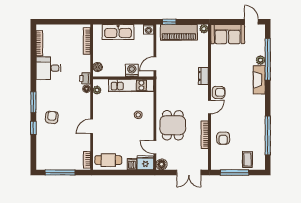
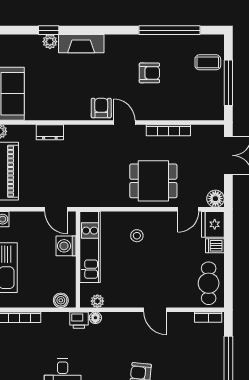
window: (268, 59) -> (49, 30), width x0.32
dresser: (203, 76) -> (50, 132), moved
armchair: (223, 138) -> (149, 73), moved

